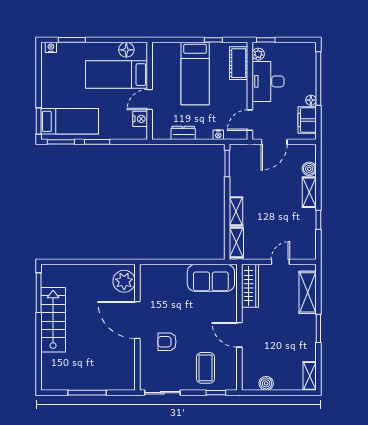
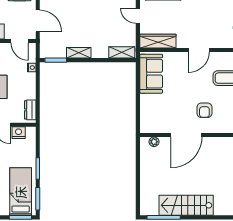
dresser: (183, 133) -> (30, 110), moved
shelving: (236, 211) -> (79, 53), moved
plant: (124, 281) -> (154, 142), width x0.53, depth x0.53

